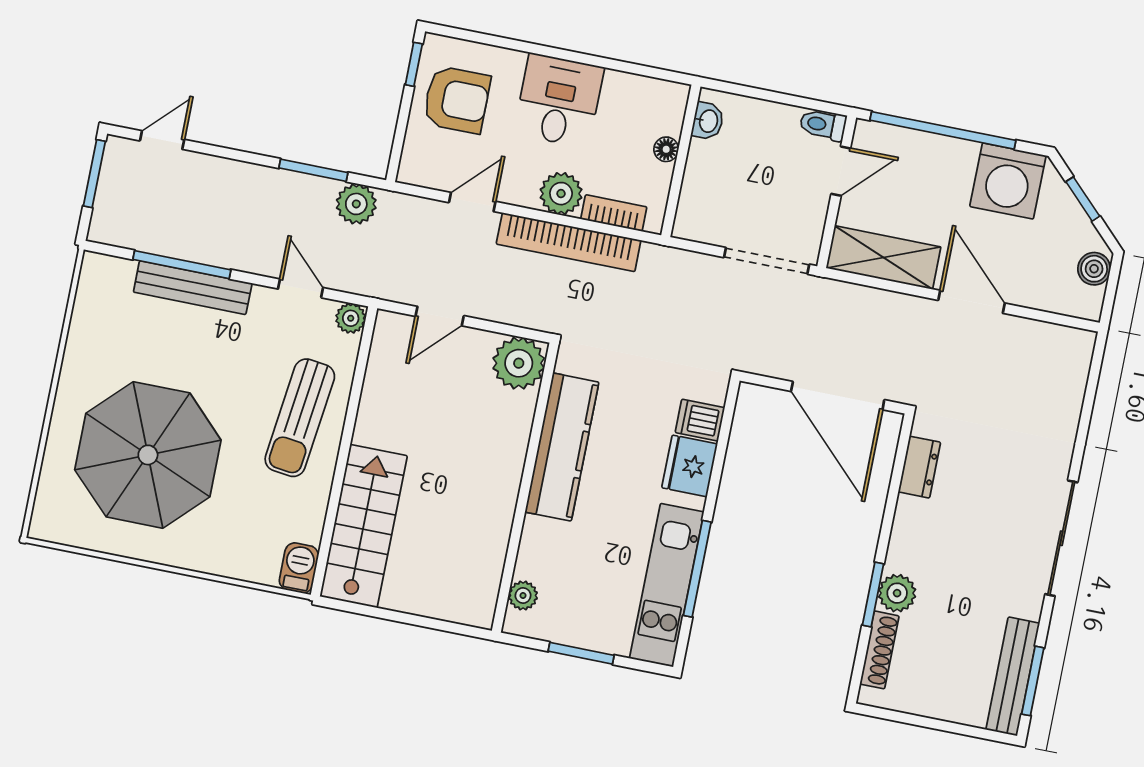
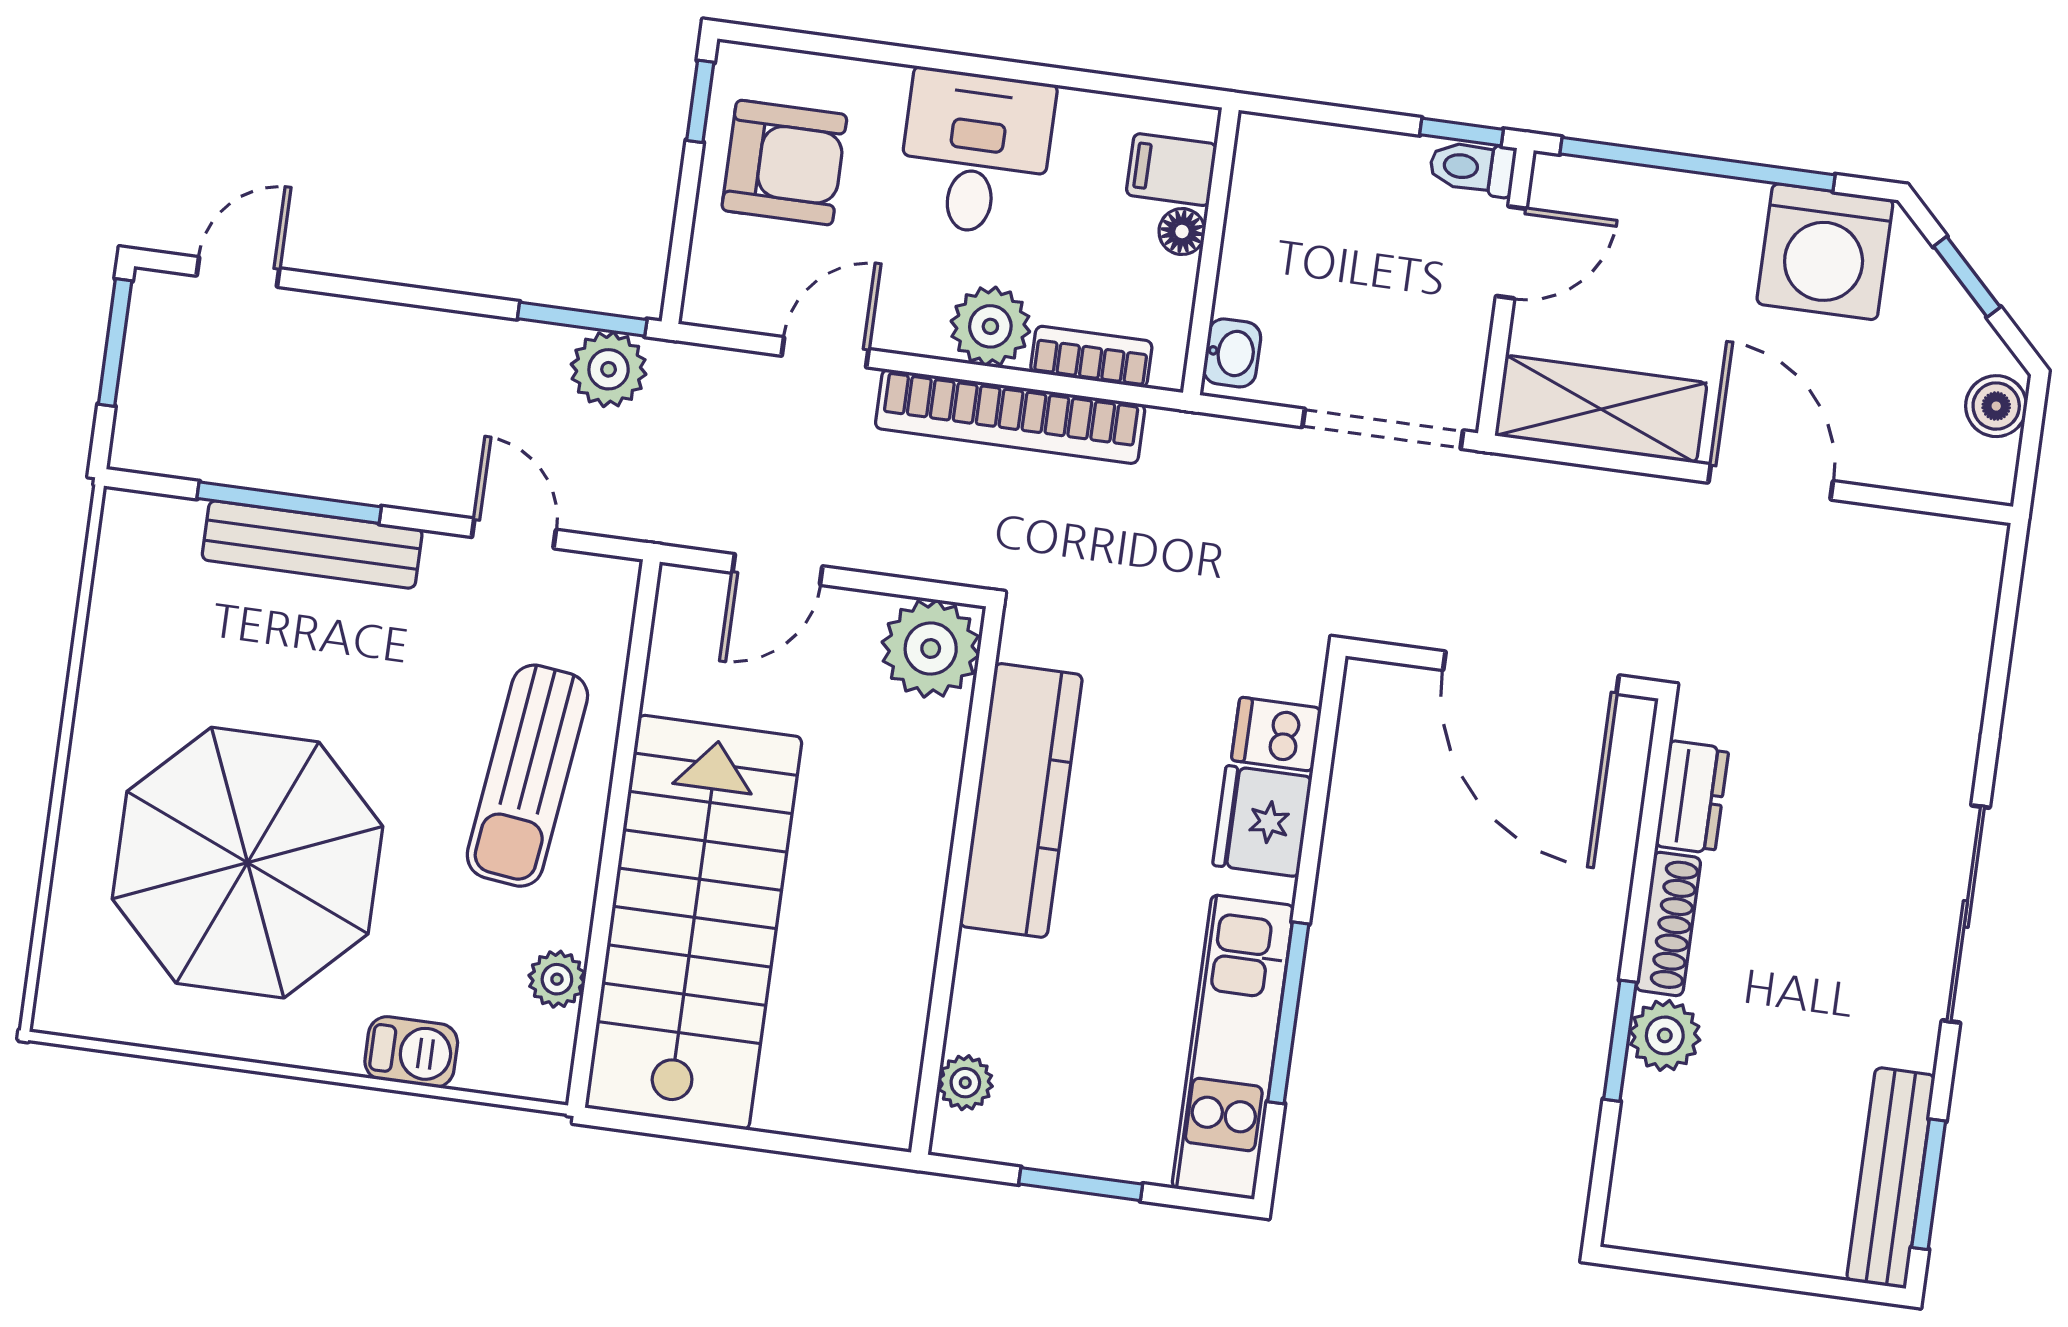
window: (818, 105) -> (1462, 132), added
filing cabinet: (663, 116) -> (1171, 170), added
washbasin: (708, 121) -> (1232, 353), moved
window: (313, 170) -> (582, 319), moved
plant: (351, 318) -> (557, 979), moved
stairs: (363, 526) -> (694, 922), width x1.36, depth x1.51
barbecue: (299, 568) -> (411, 1052), moved, turned 90
shoe rack: (879, 650) -> (1668, 924), moved

